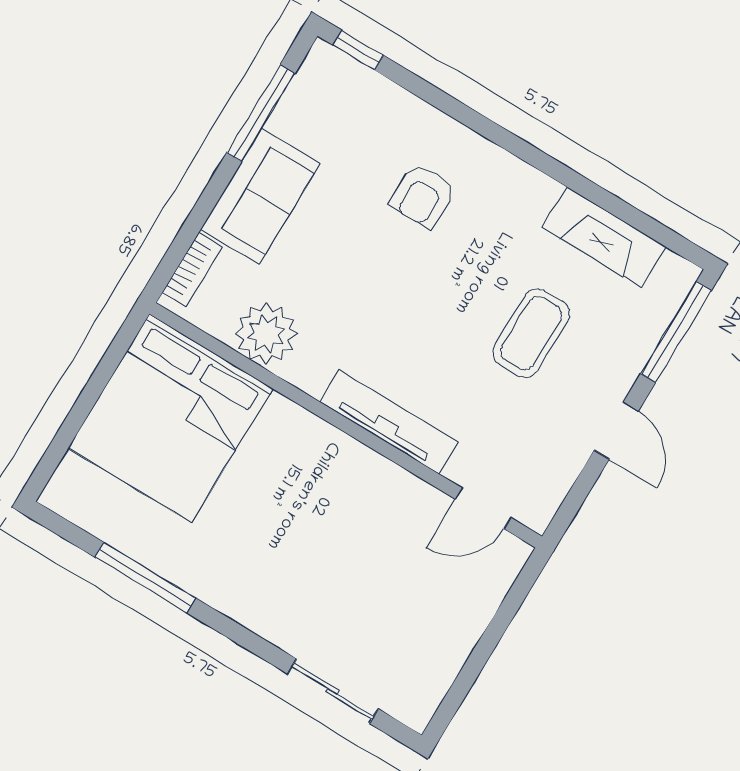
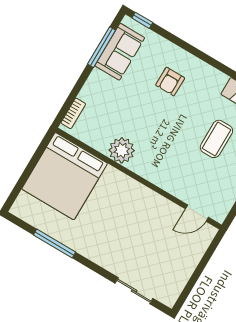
sofa: (260, 196) -> (120, 52), moved
plant: (266, 334) -> (122, 150), moved
tv unit: (389, 422) -> (157, 177), removed

